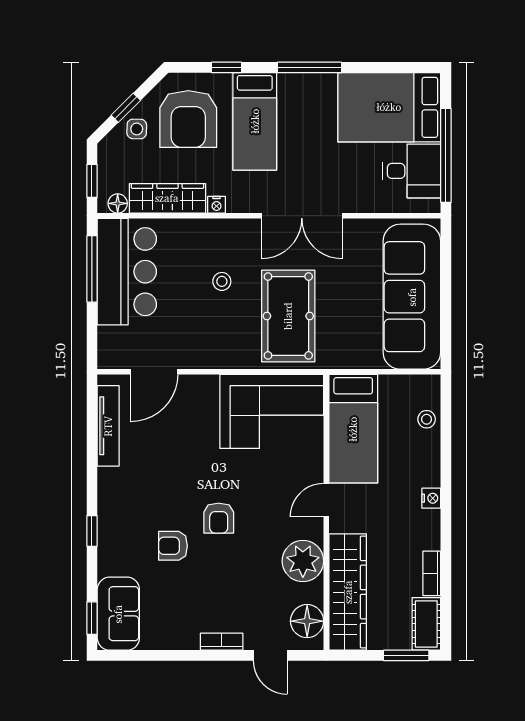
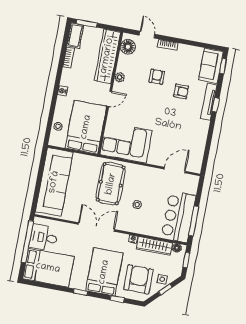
window: (309, 67) -> (80, 292), width x0.46
bed: (255, 121) -> (104, 272), width x1.50
tv unit: (108, 426) -> (209, 102), moved
bed: (353, 429) -> (86, 127), width x1.50
armchair: (219, 518) -> (157, 77), moved
plant: (303, 561) -> (120, 77), width x0.53, depth x0.53

